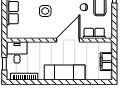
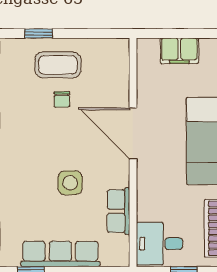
row of seats: (94, 33) -> (118, 211), moved

